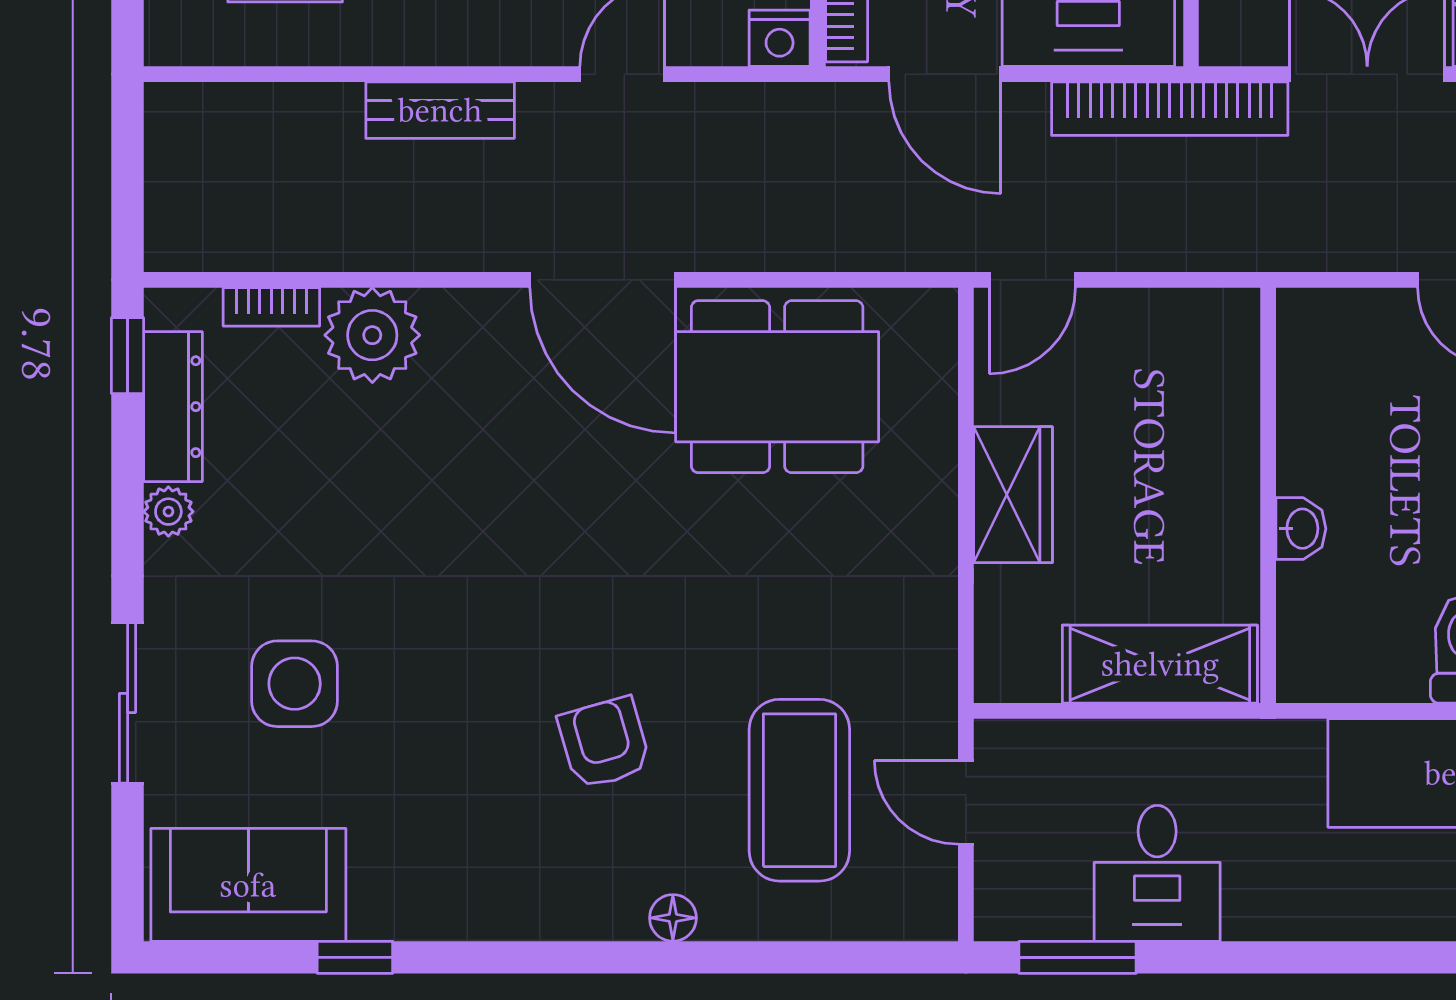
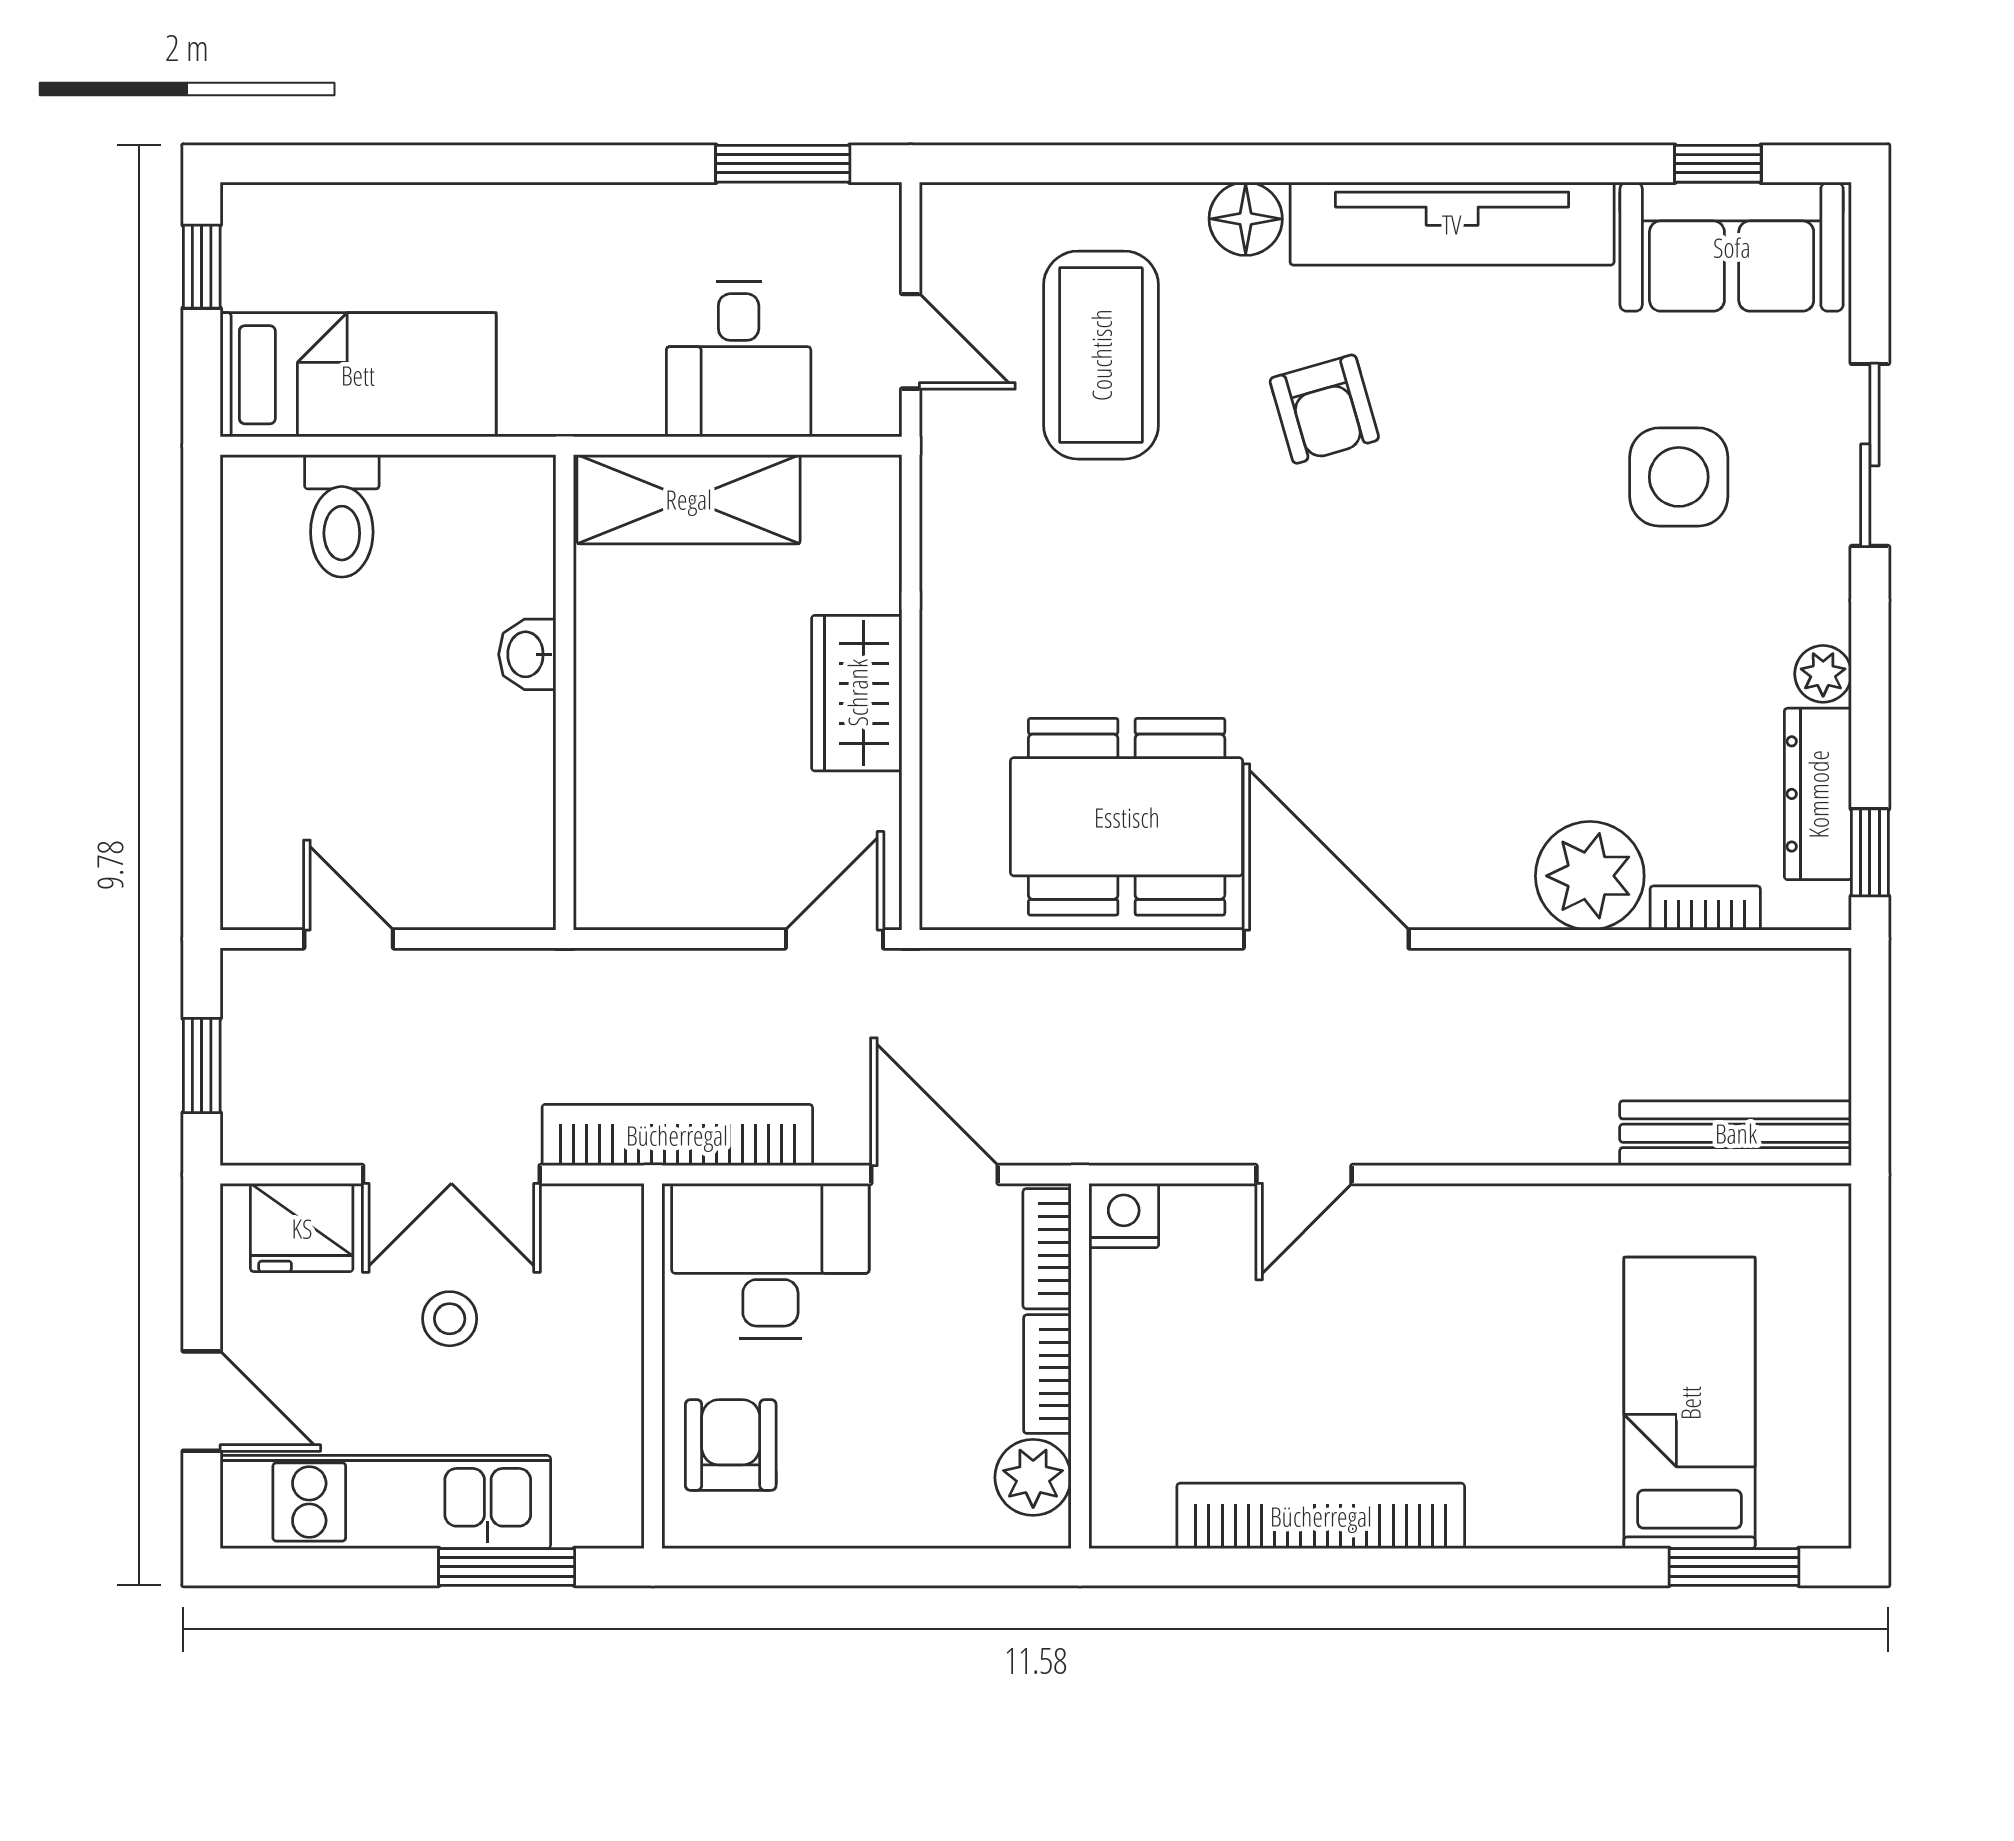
bench: (440, 110) -> (1736, 1133), moved, width x1.36
desk: (1157, 873) -> (739, 359), moved, turned 180
tv unit: (493, 905) -> (1452, 224), added
floor lamp: (673, 918) -> (1246, 219), width x1.37, depth x1.37
window: (355, 957) -> (1718, 164), moved

